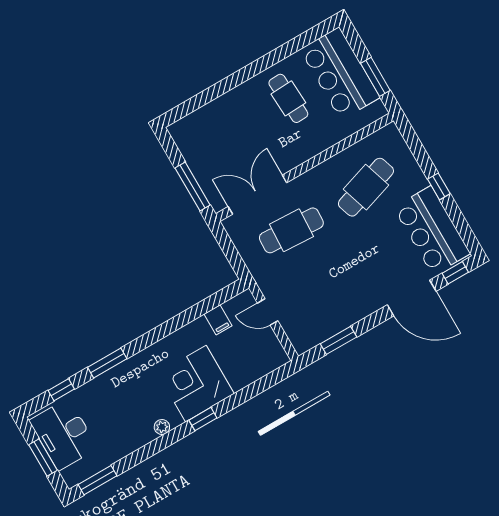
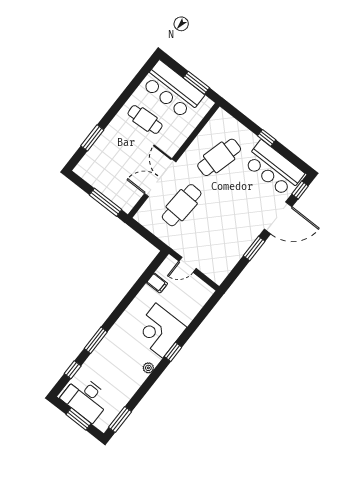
window: (209, 95) -> (92, 138), added
cafe table: (366, 187) -> (219, 157), turned 33
double door: (257, 195) -> (160, 178), moved
window: (339, 340) -> (254, 248), moved

